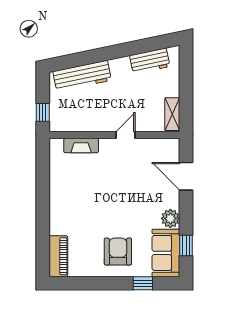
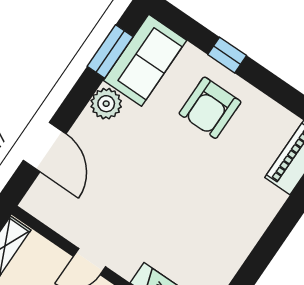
window: (186, 245) -> (110, 52), width x1.50
window: (143, 283) -> (227, 55), moved

